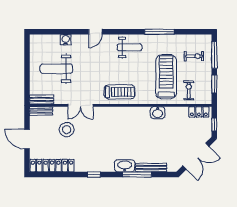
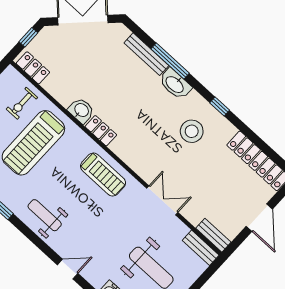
treadmill: (120, 92) -> (103, 175), turned 180
locker: (140, 112) -> (101, 131), added
stool: (67, 130) -> (192, 131), moved

